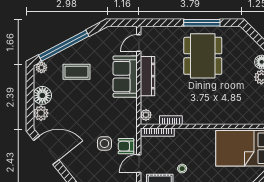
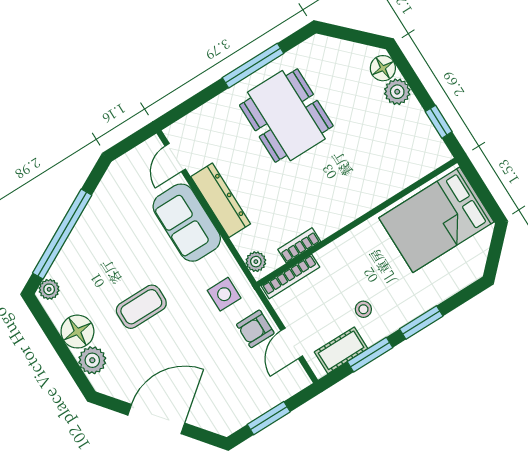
coffee table: (77, 72) -> (141, 307), moved
side table: (104, 143) -> (224, 294), moved
door: (46, 150) -> (156, 419), moved

